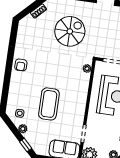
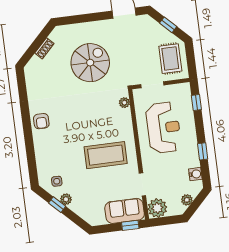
coffee table: (49, 104) -> (106, 155), moved, turned 90
window: (26, 145) -> (57, 205), moved

